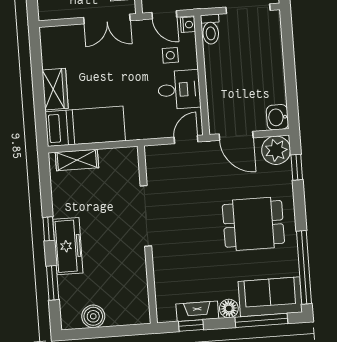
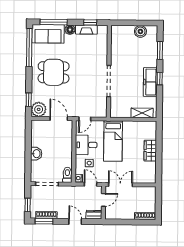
washbasin: (277, 117) -> (36, 154), moved
bed: (85, 126) -> (113, 141), moved, turned -90
freezer: (68, 246) -> (150, 82), moved

